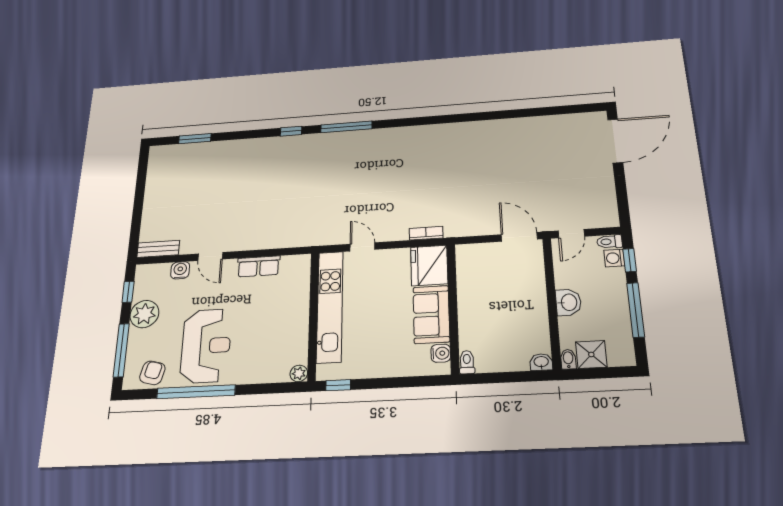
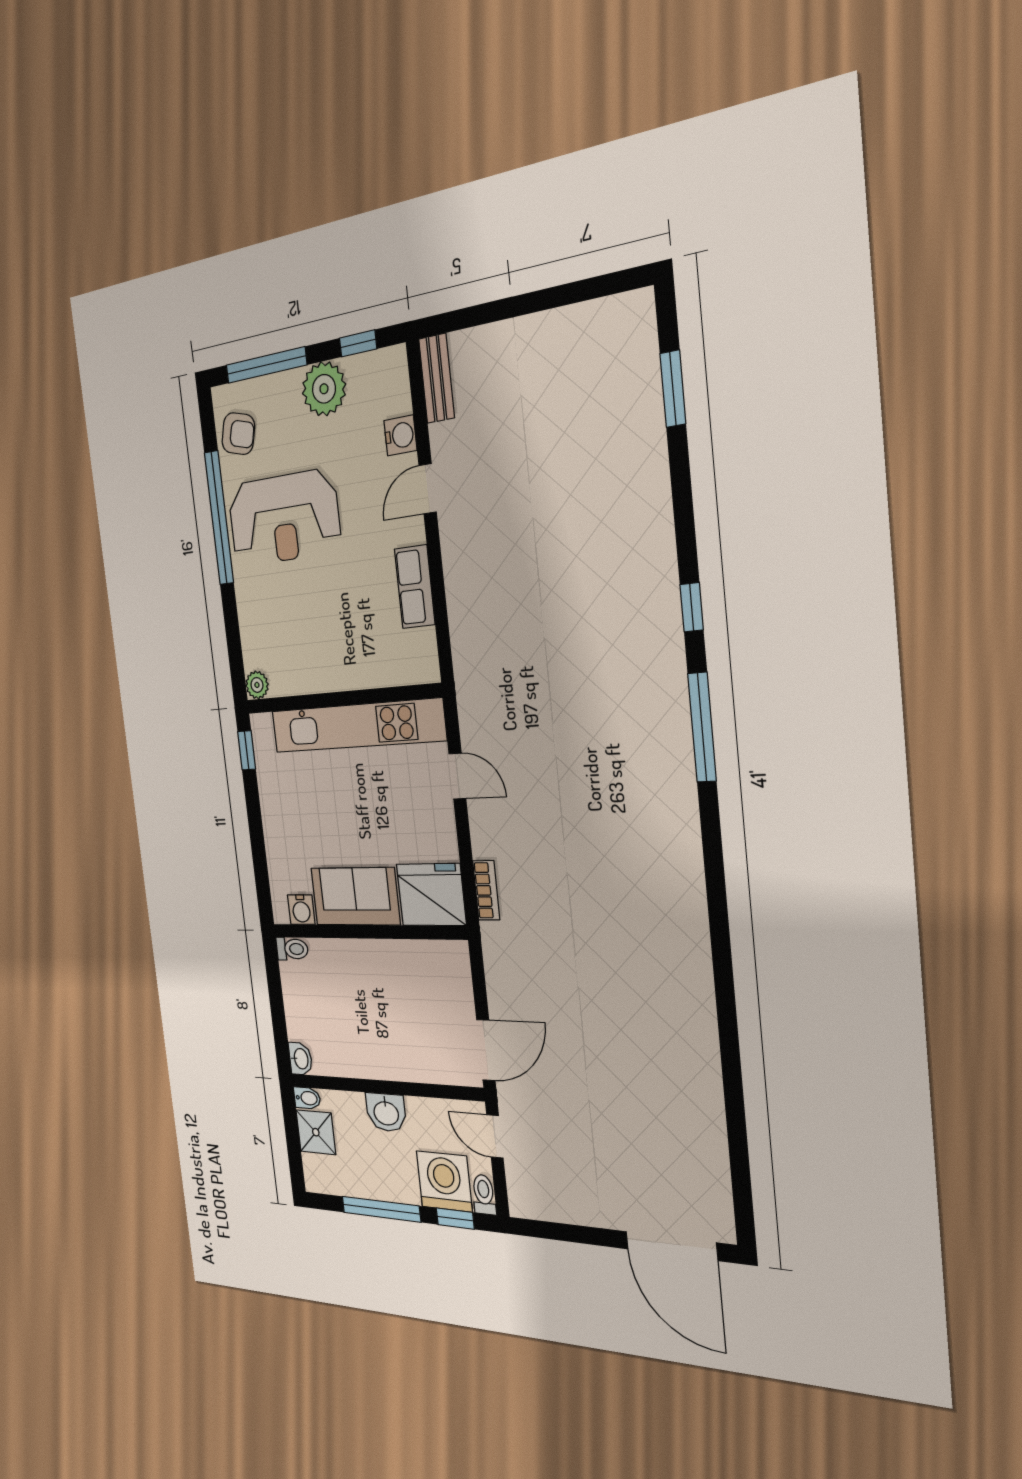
door: (362, 247) -> (457, 776), hinge flipped
washing machine: (614, 258) -> (444, 1181), width x1.89, depth x1.89

